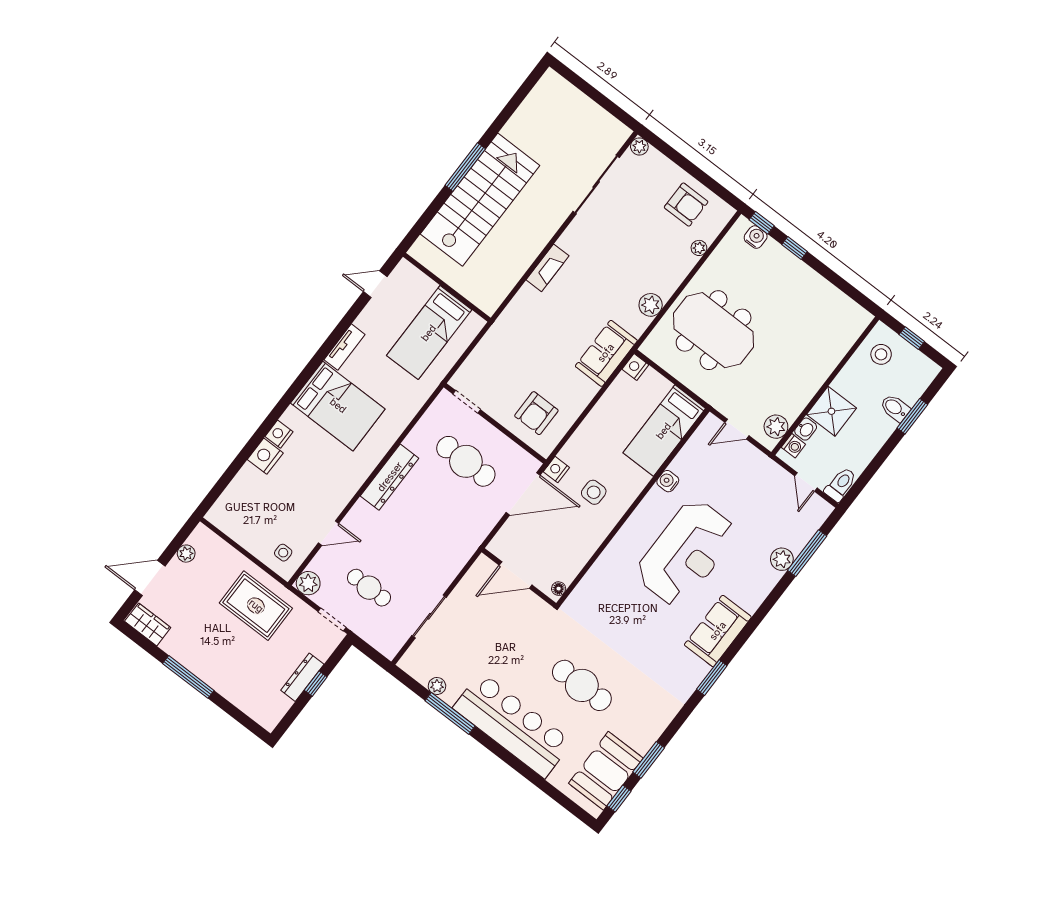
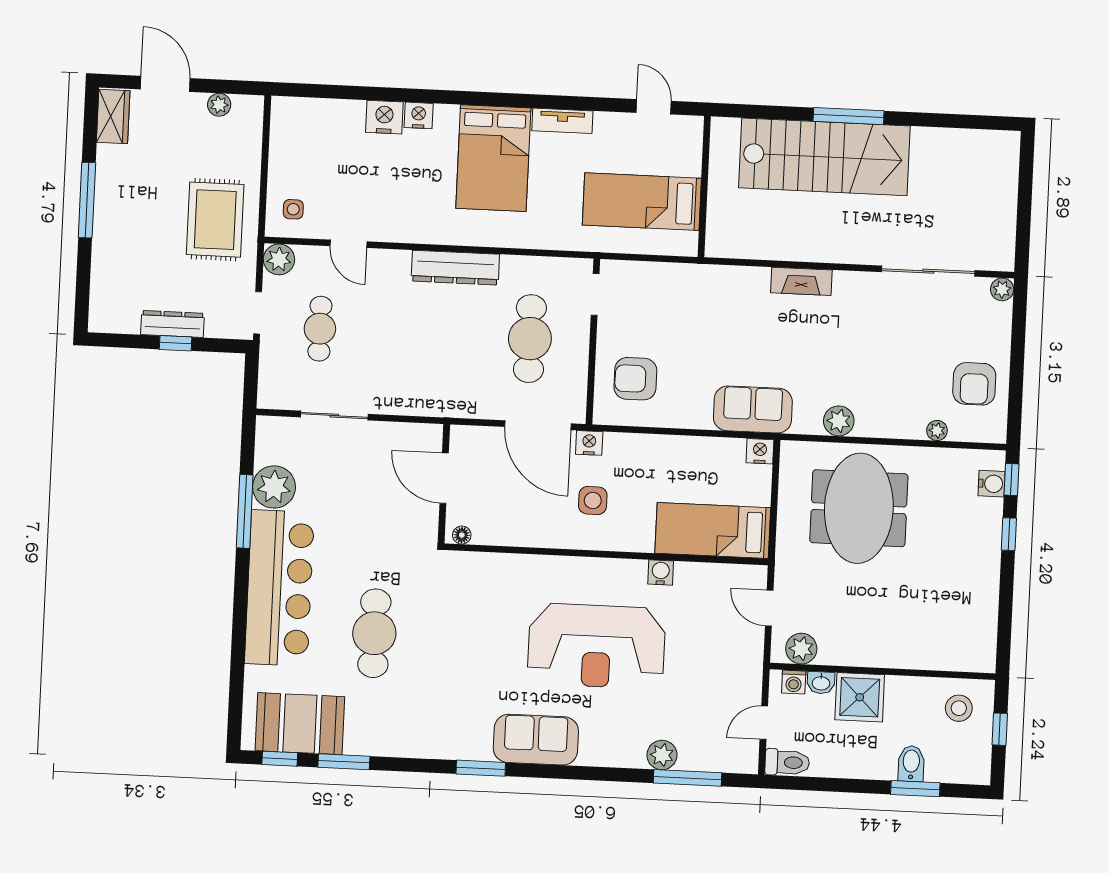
plant: (437, 686) -> (274, 487), width x1.88, depth x1.88

